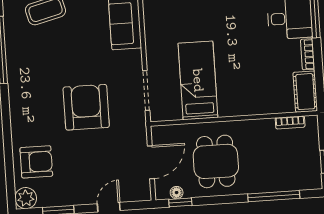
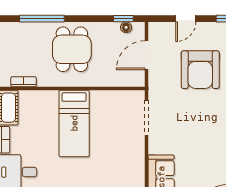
bed: (198, 80) -> (74, 123), moved
armchair: (86, 107) -> (200, 70), moved
dining table: (216, 161) -> (72, 49), moved

